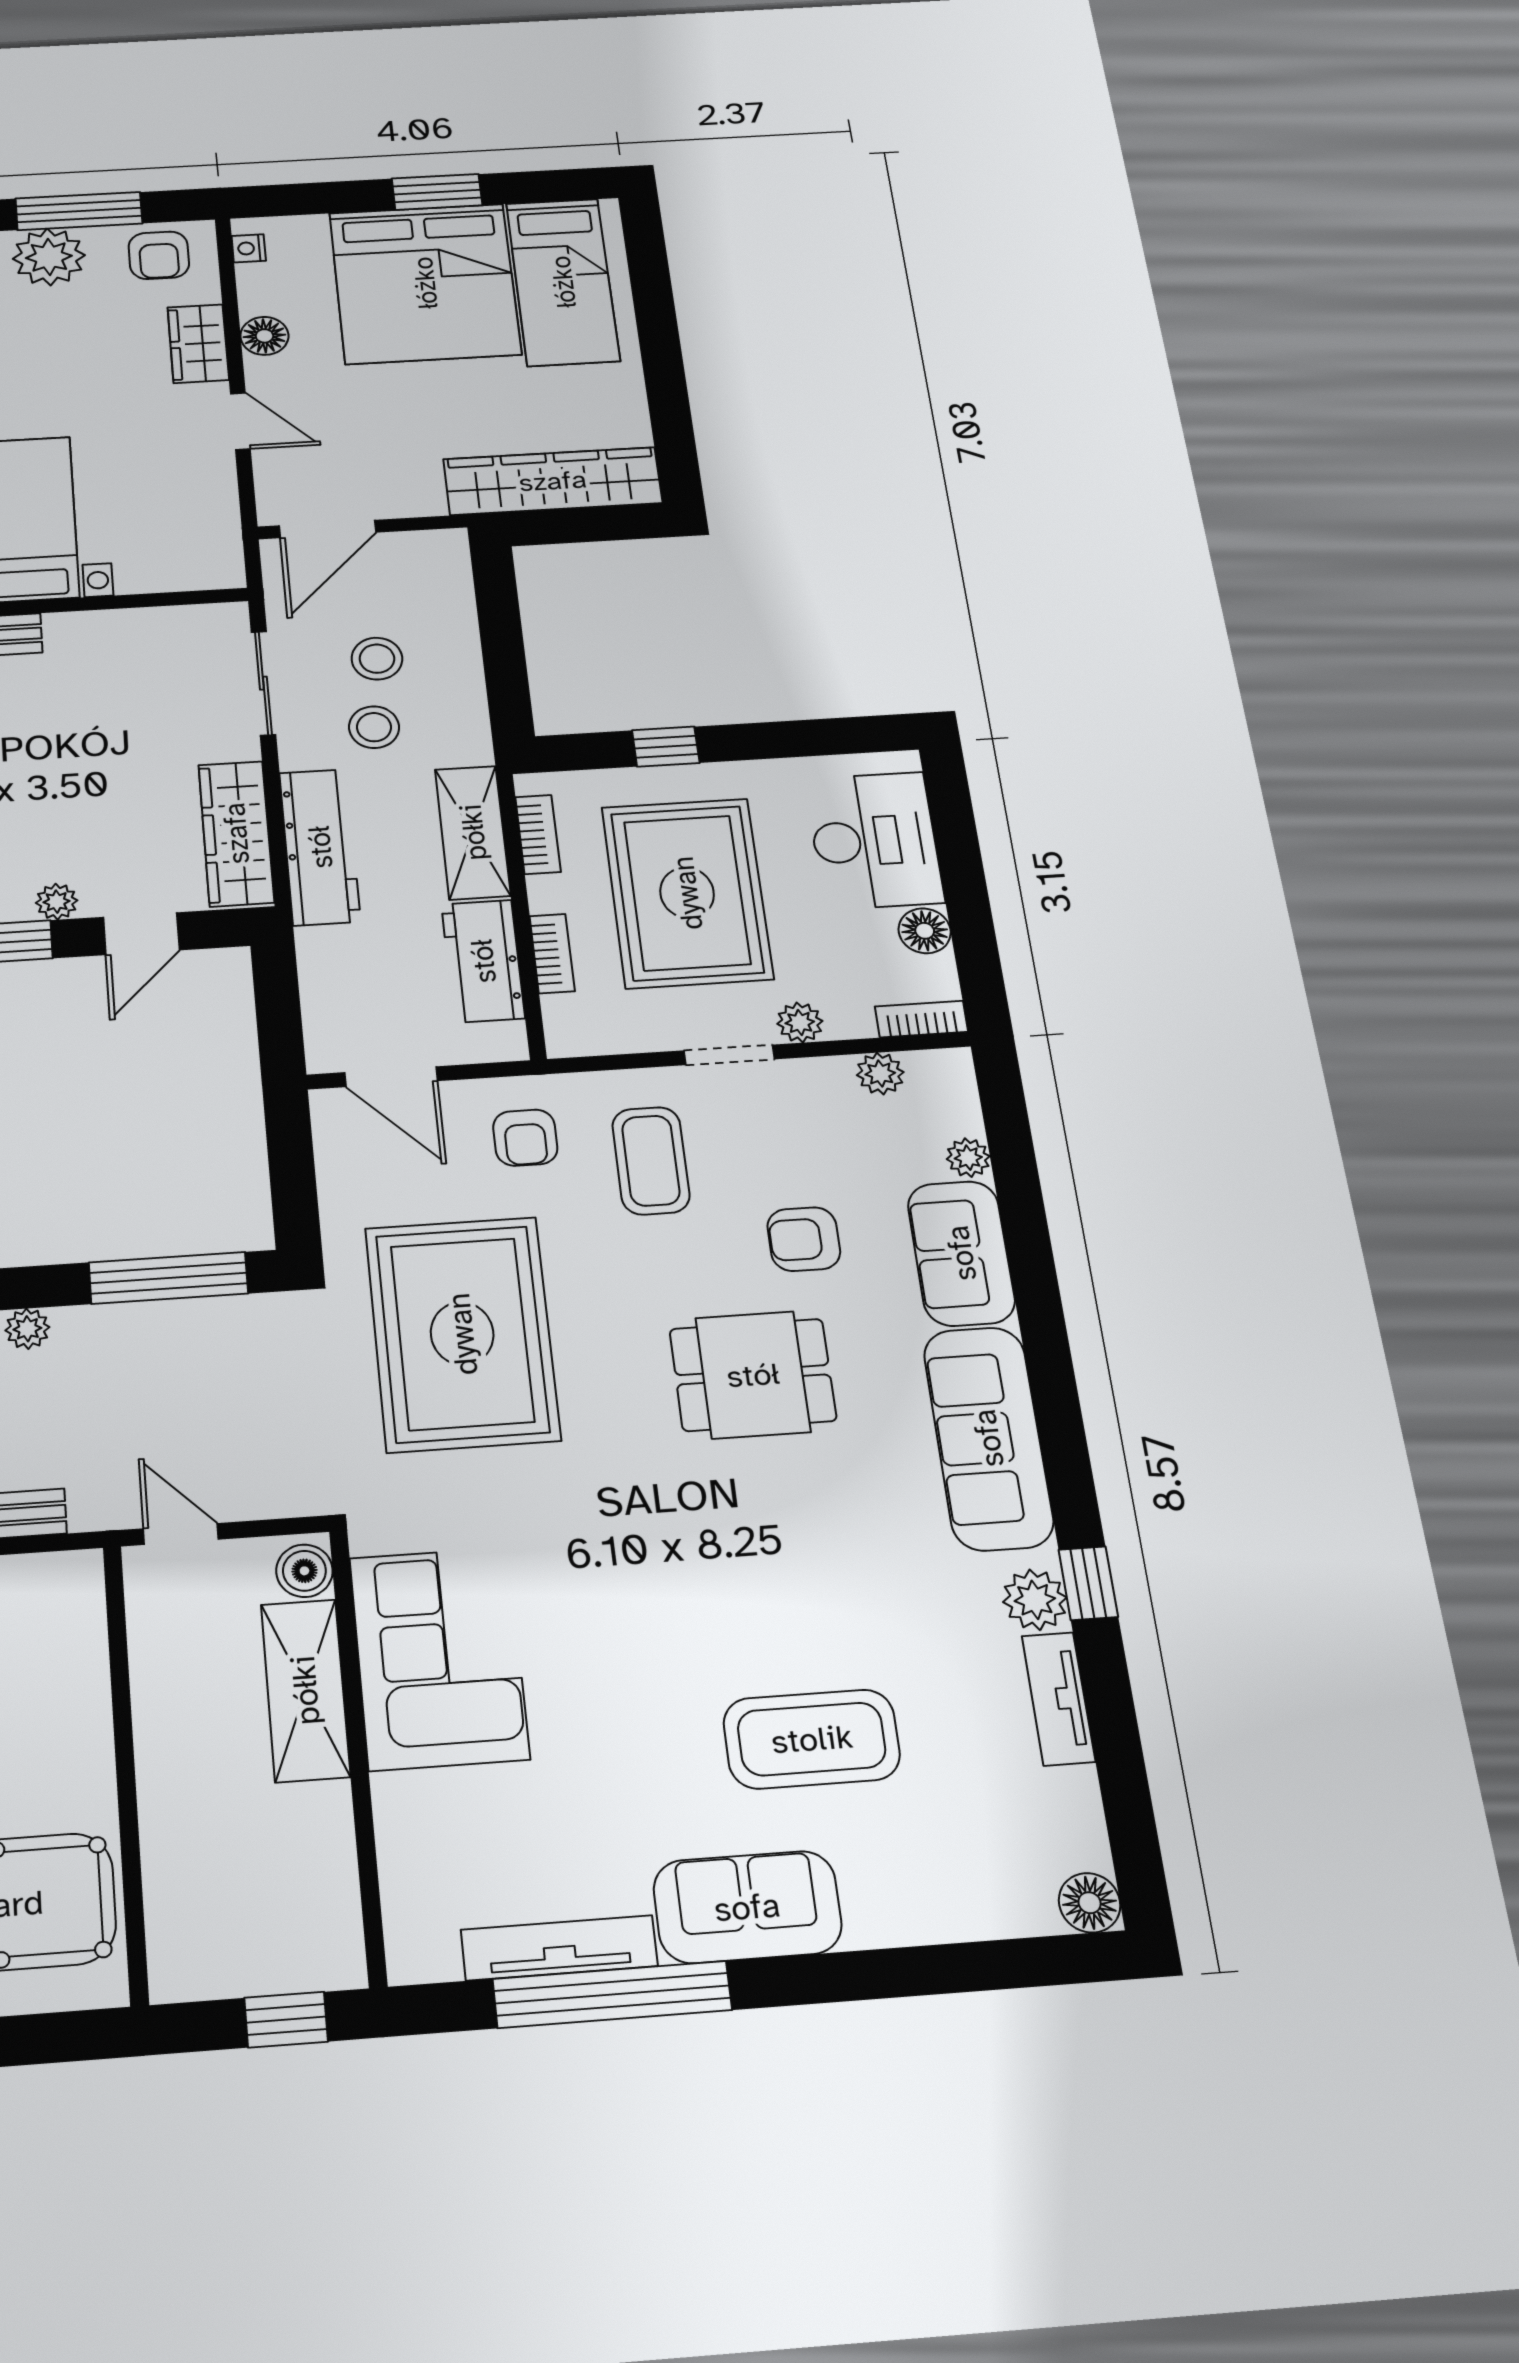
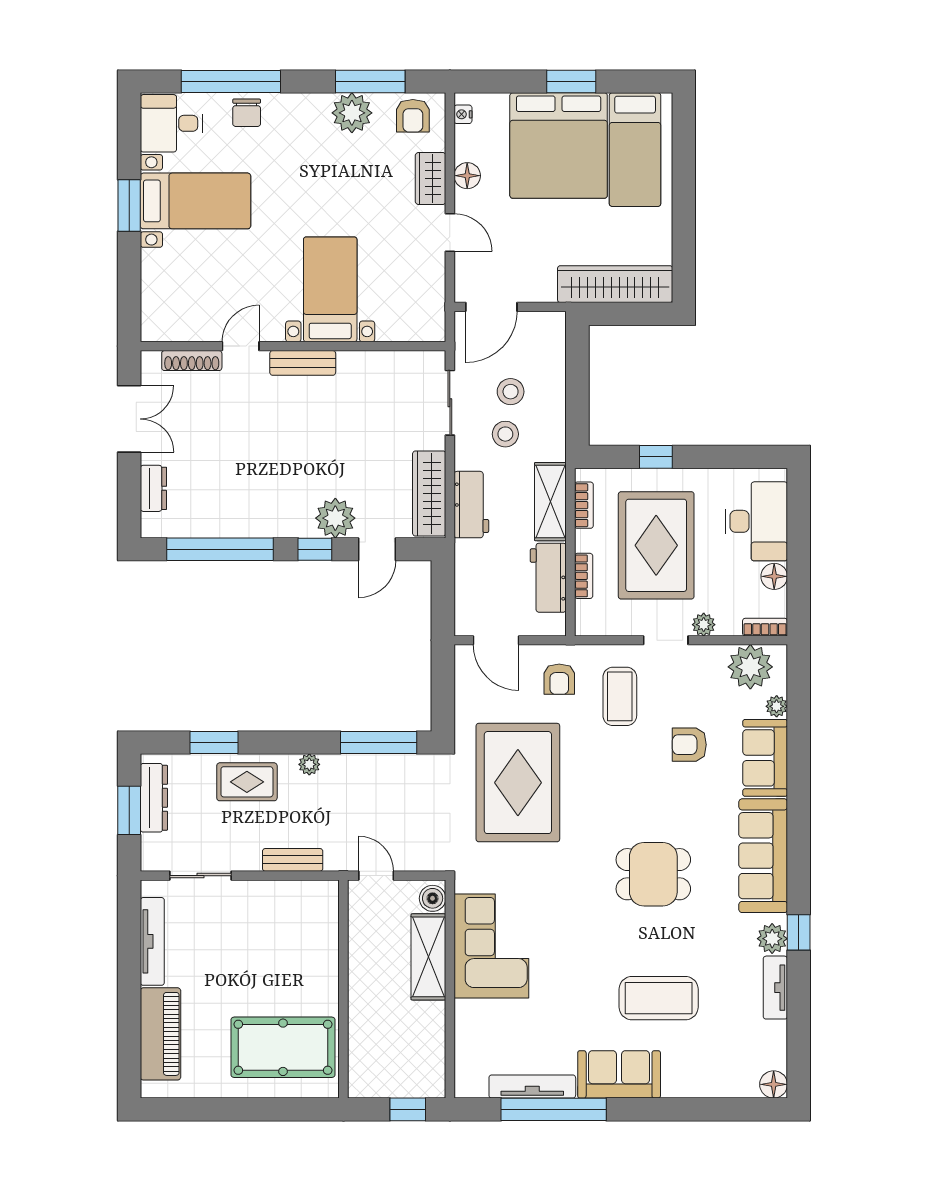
workbench: (320, 847) -> (471, 505), width x0.73
plant: (57, 902) -> (335, 518), width x1.88, depth x1.88
plant: (880, 1074) -> (750, 667), width x1.88, depth x1.88
dining table: (753, 1375) -> (653, 874), moved

